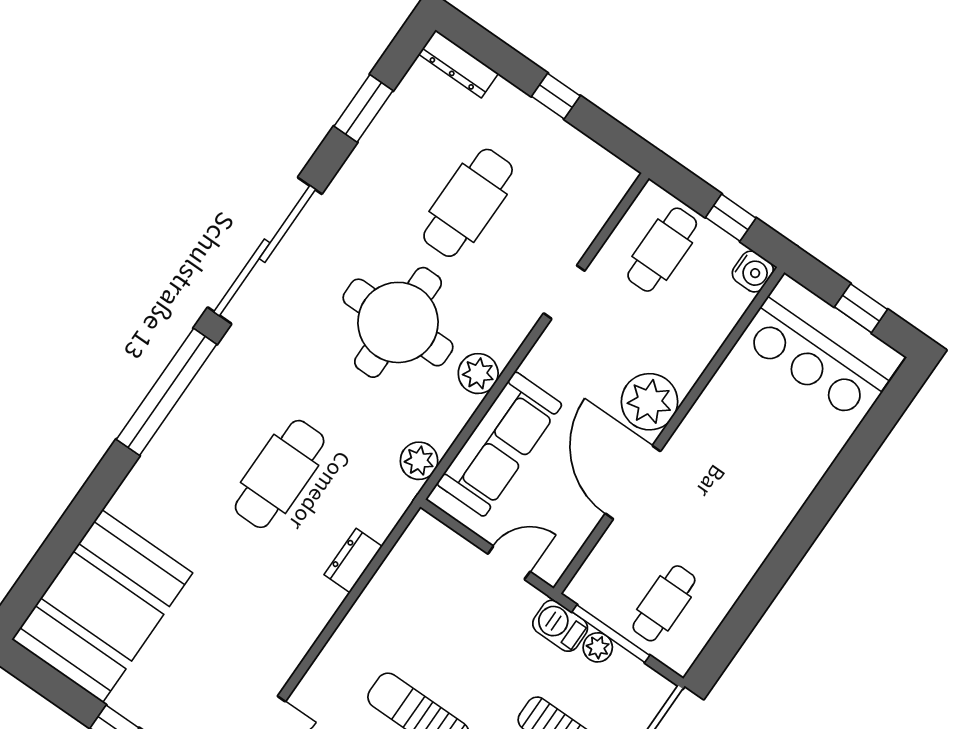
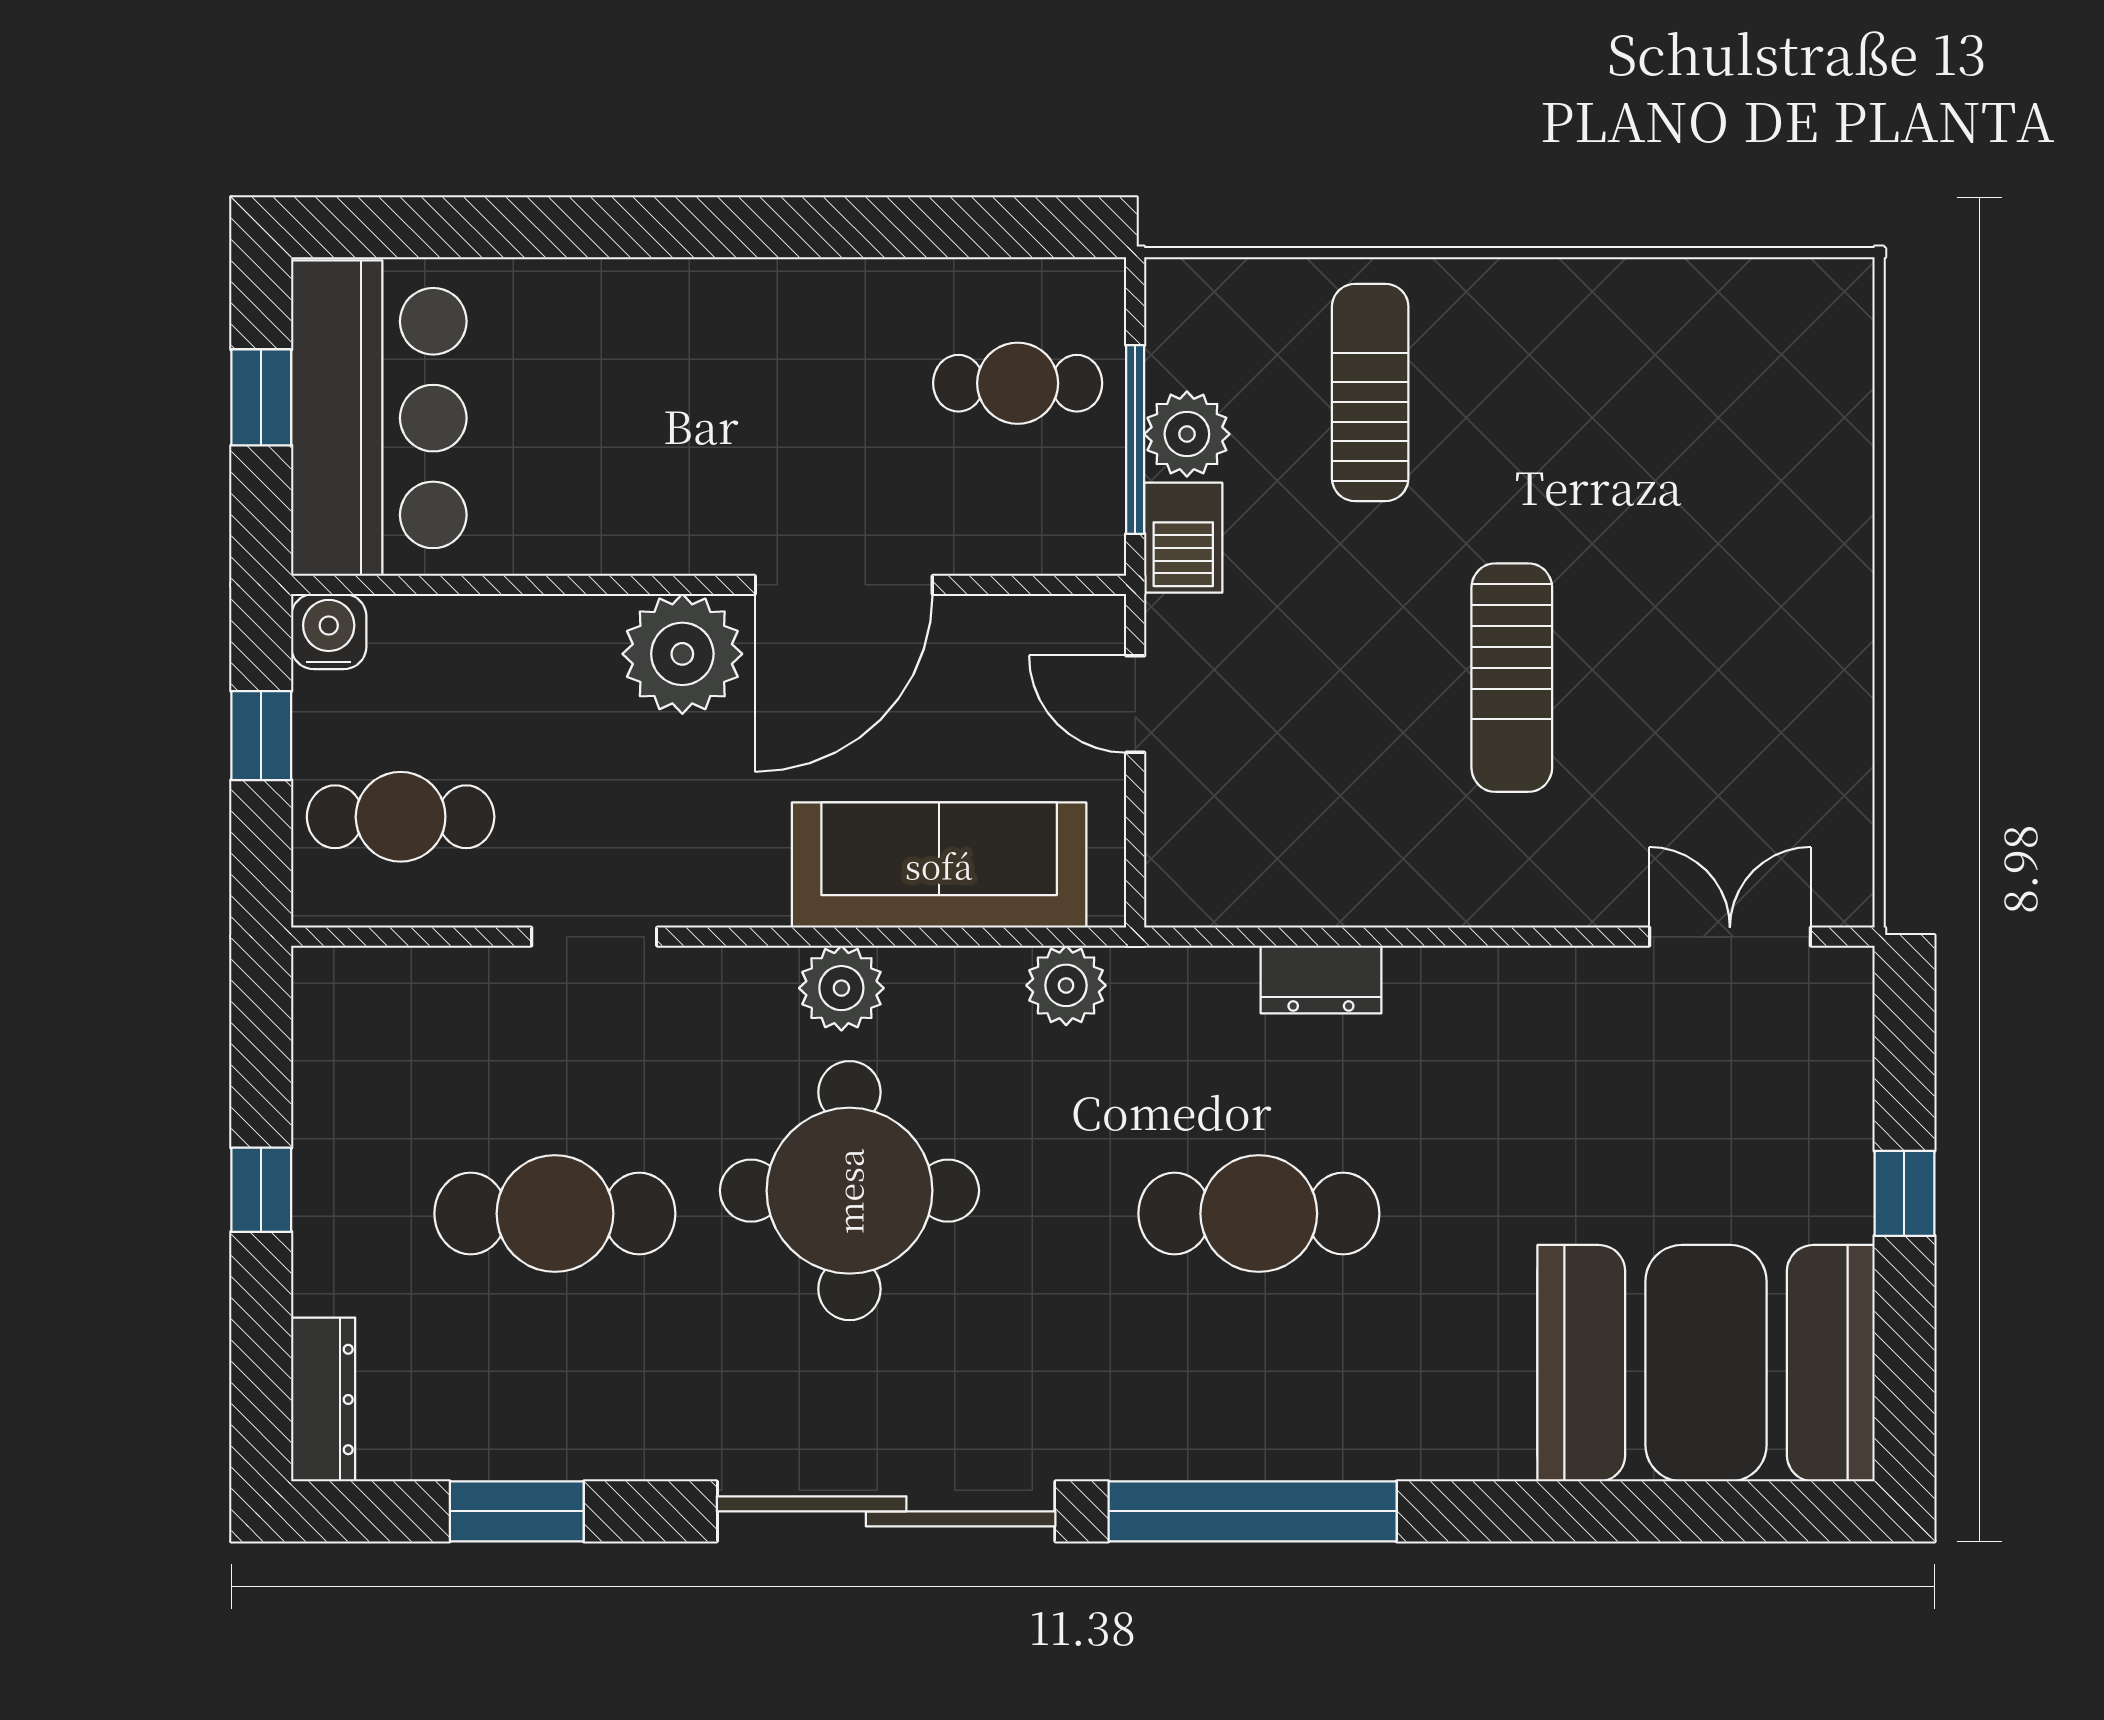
plant: (598, 647) -> (1187, 434), width x1.38, depth x1.38

